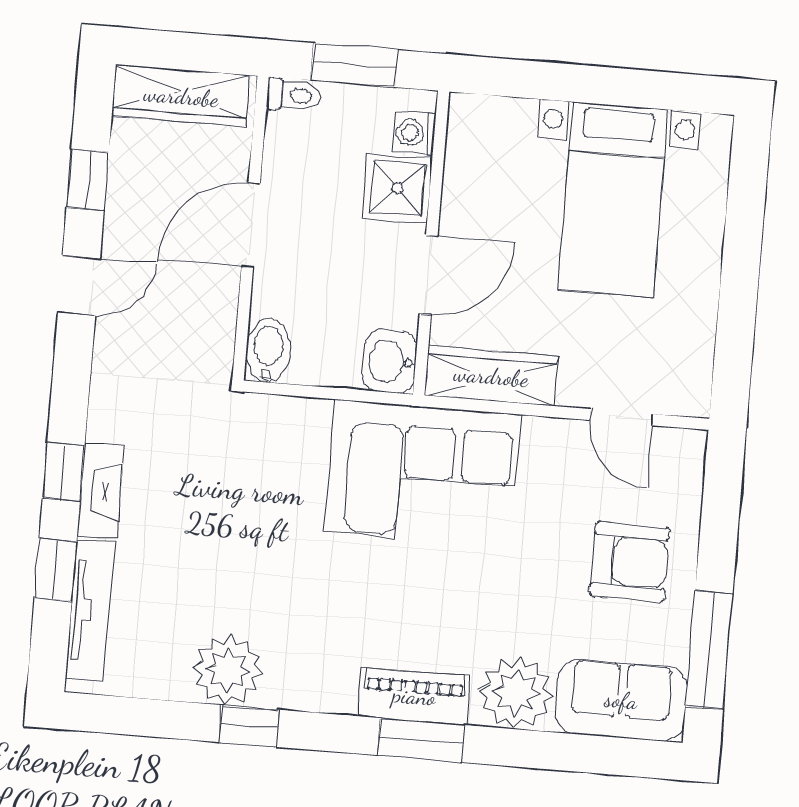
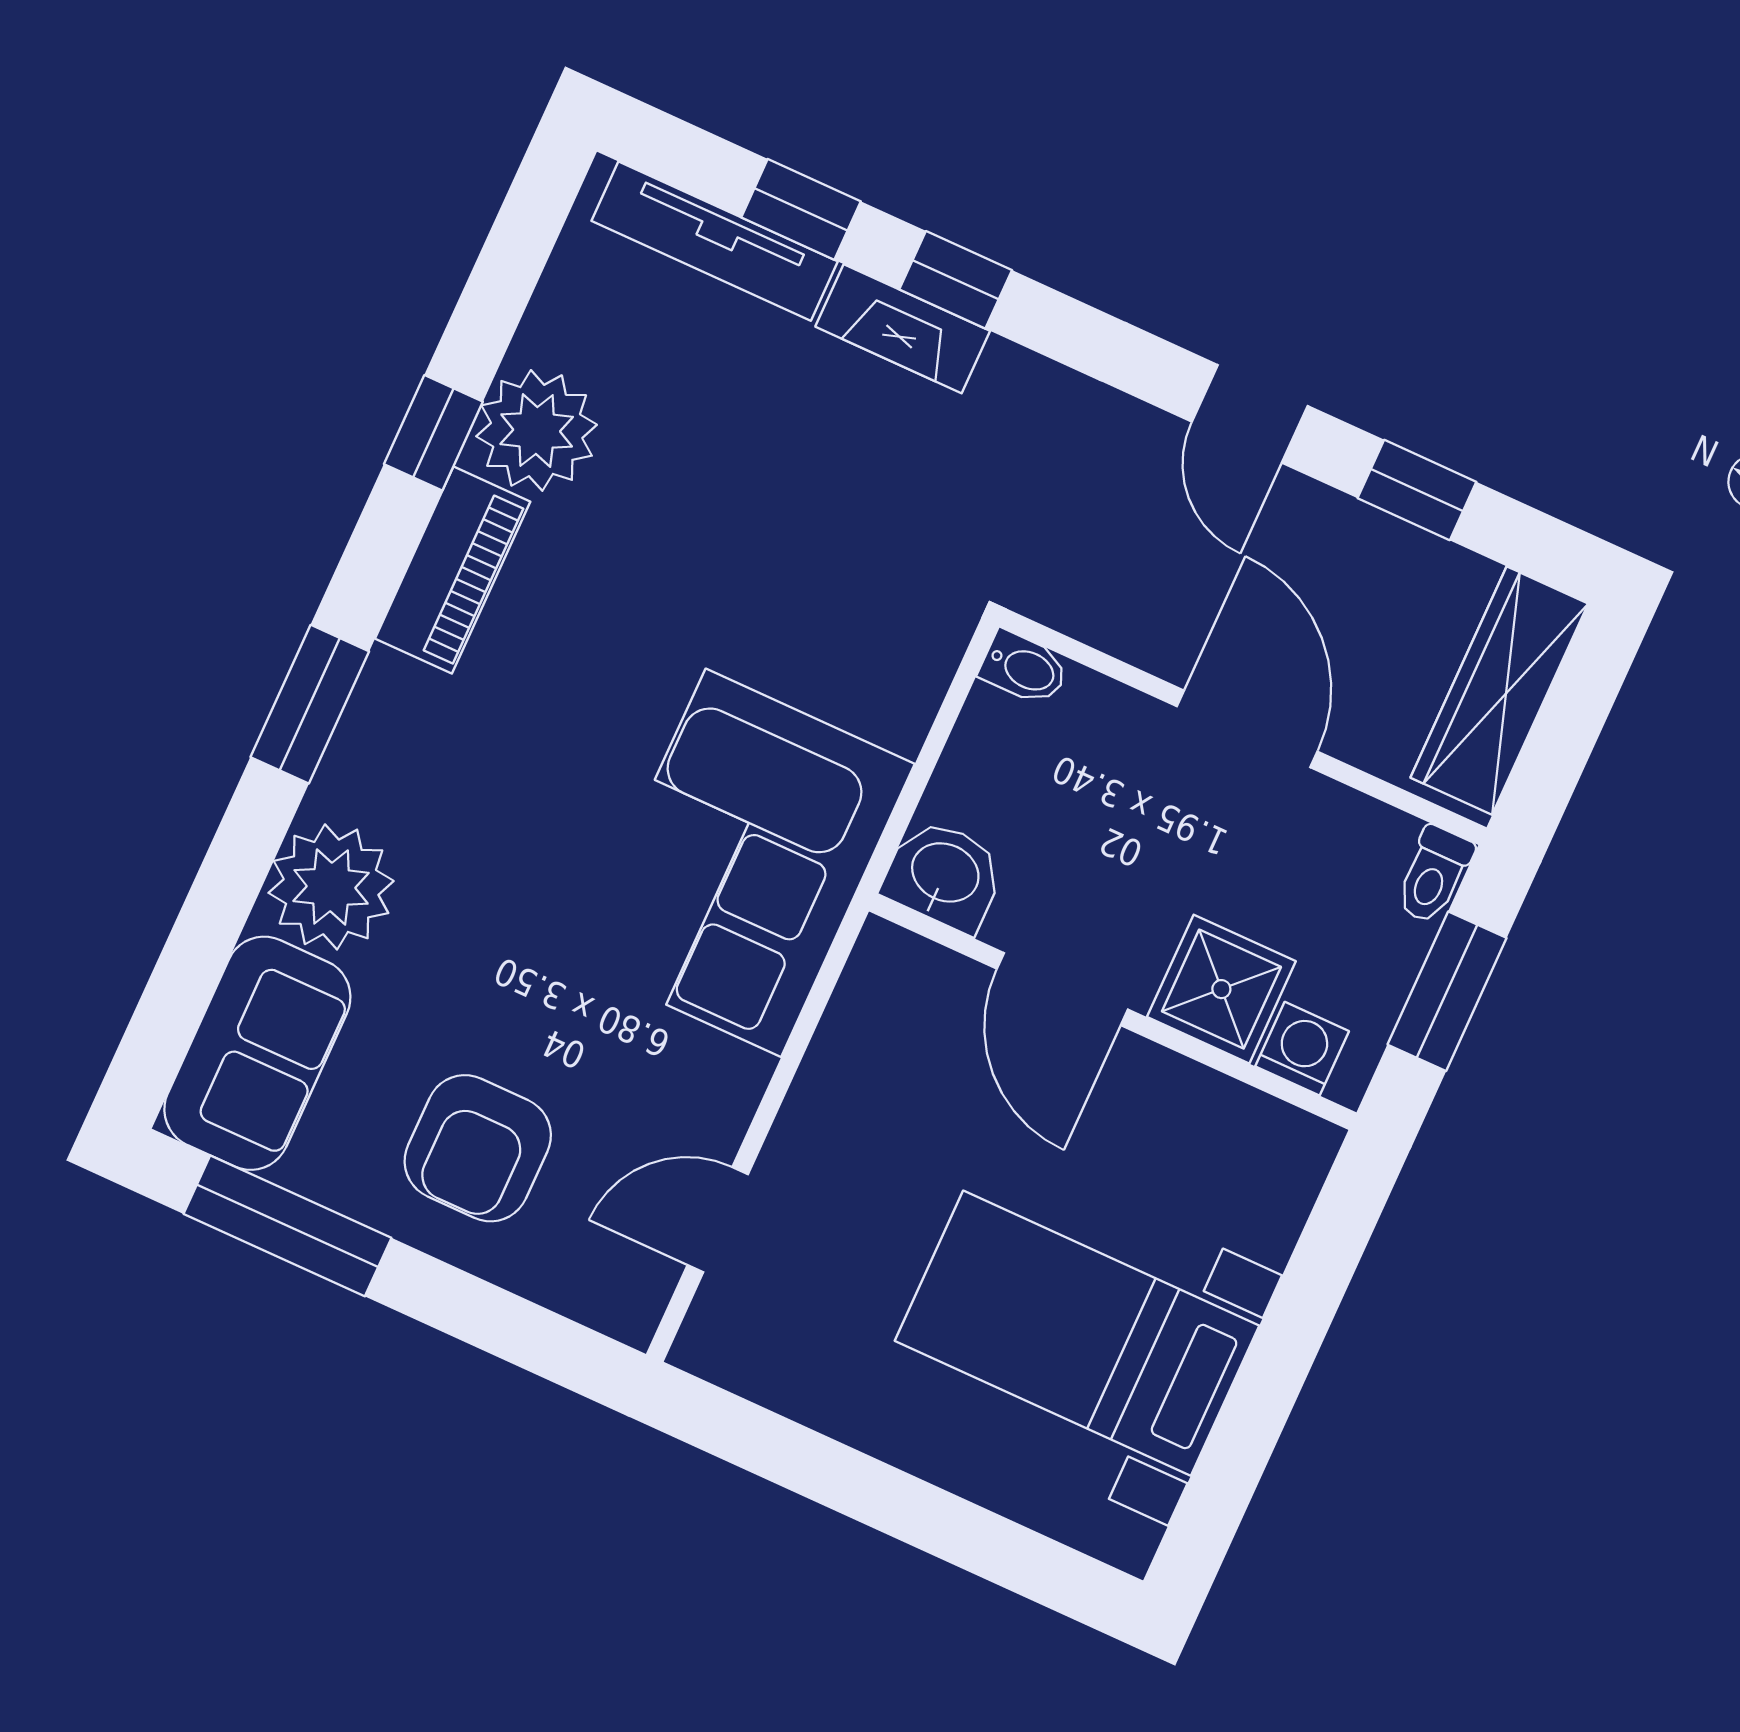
bidet: (268, 351) -> (1024, 668), width x0.72, depth x0.74
wardrobe: (491, 376) -> (862, 1032), removed
piano: (414, 696) -> (453, 570), moved

